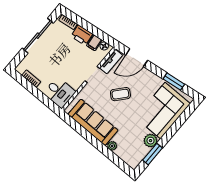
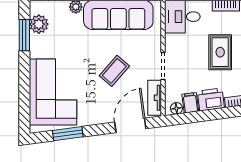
rug: (55, 56) -> (220, 52), added
plant: (151, 141) -> (39, 24), moved

